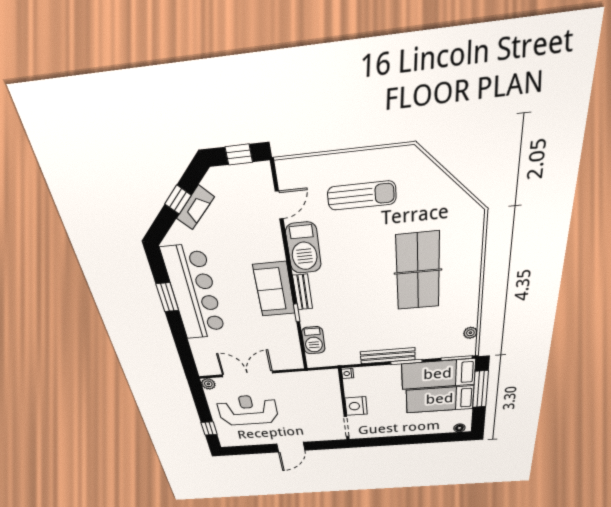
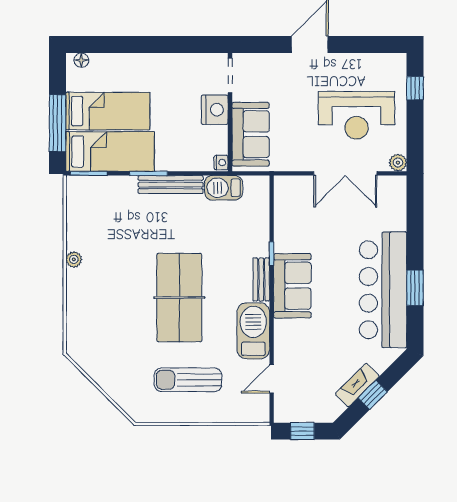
table tennis table: (418, 272) -> (179, 298), moved
plant: (470, 333) -> (74, 259), moved
barbecue: (313, 340) -> (224, 188), moved, turned -90
sofa: (326, 393) -> (251, 134), added

